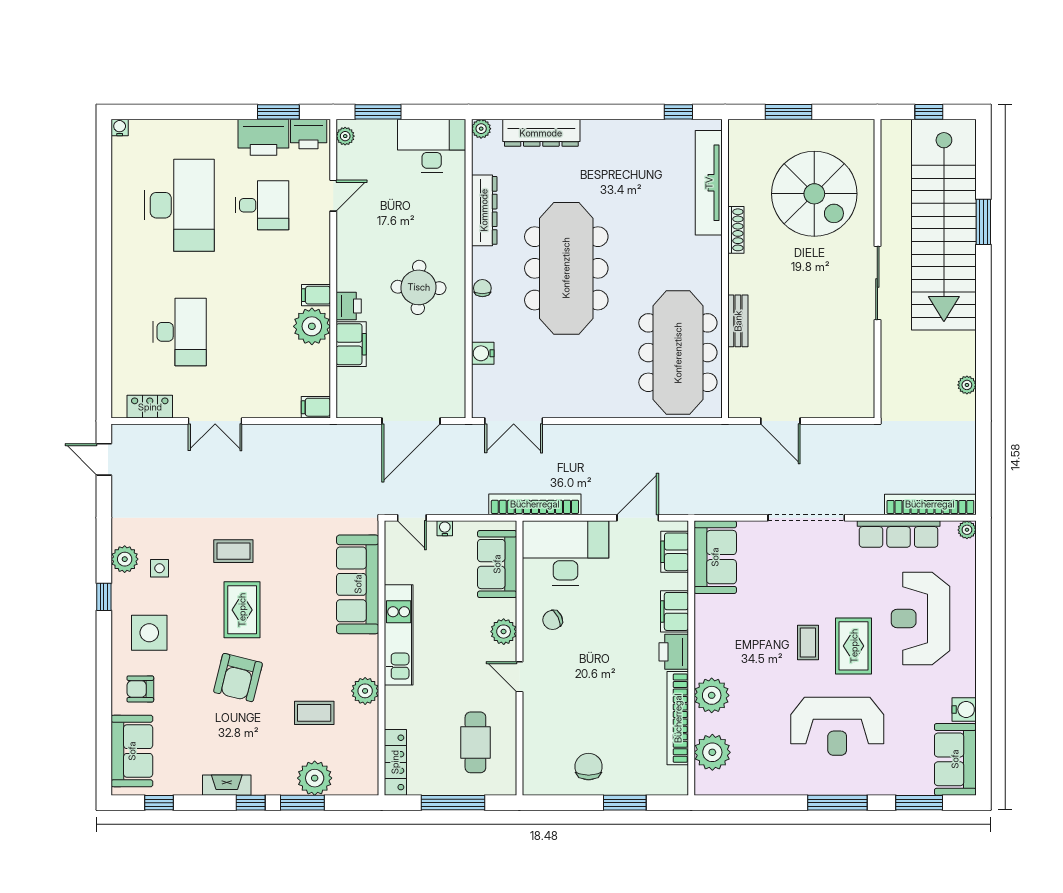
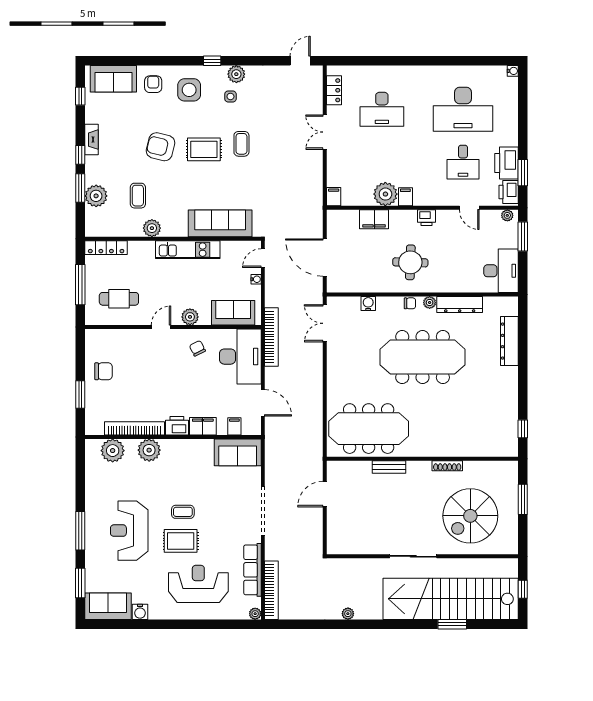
plant: (481, 129) -> (430, 303), moved
tv unit: (709, 183) -> (477, 448), removed
printer: (349, 306) -> (426, 218), moved
filing cabinet: (675, 552) -> (234, 426), width x0.50

